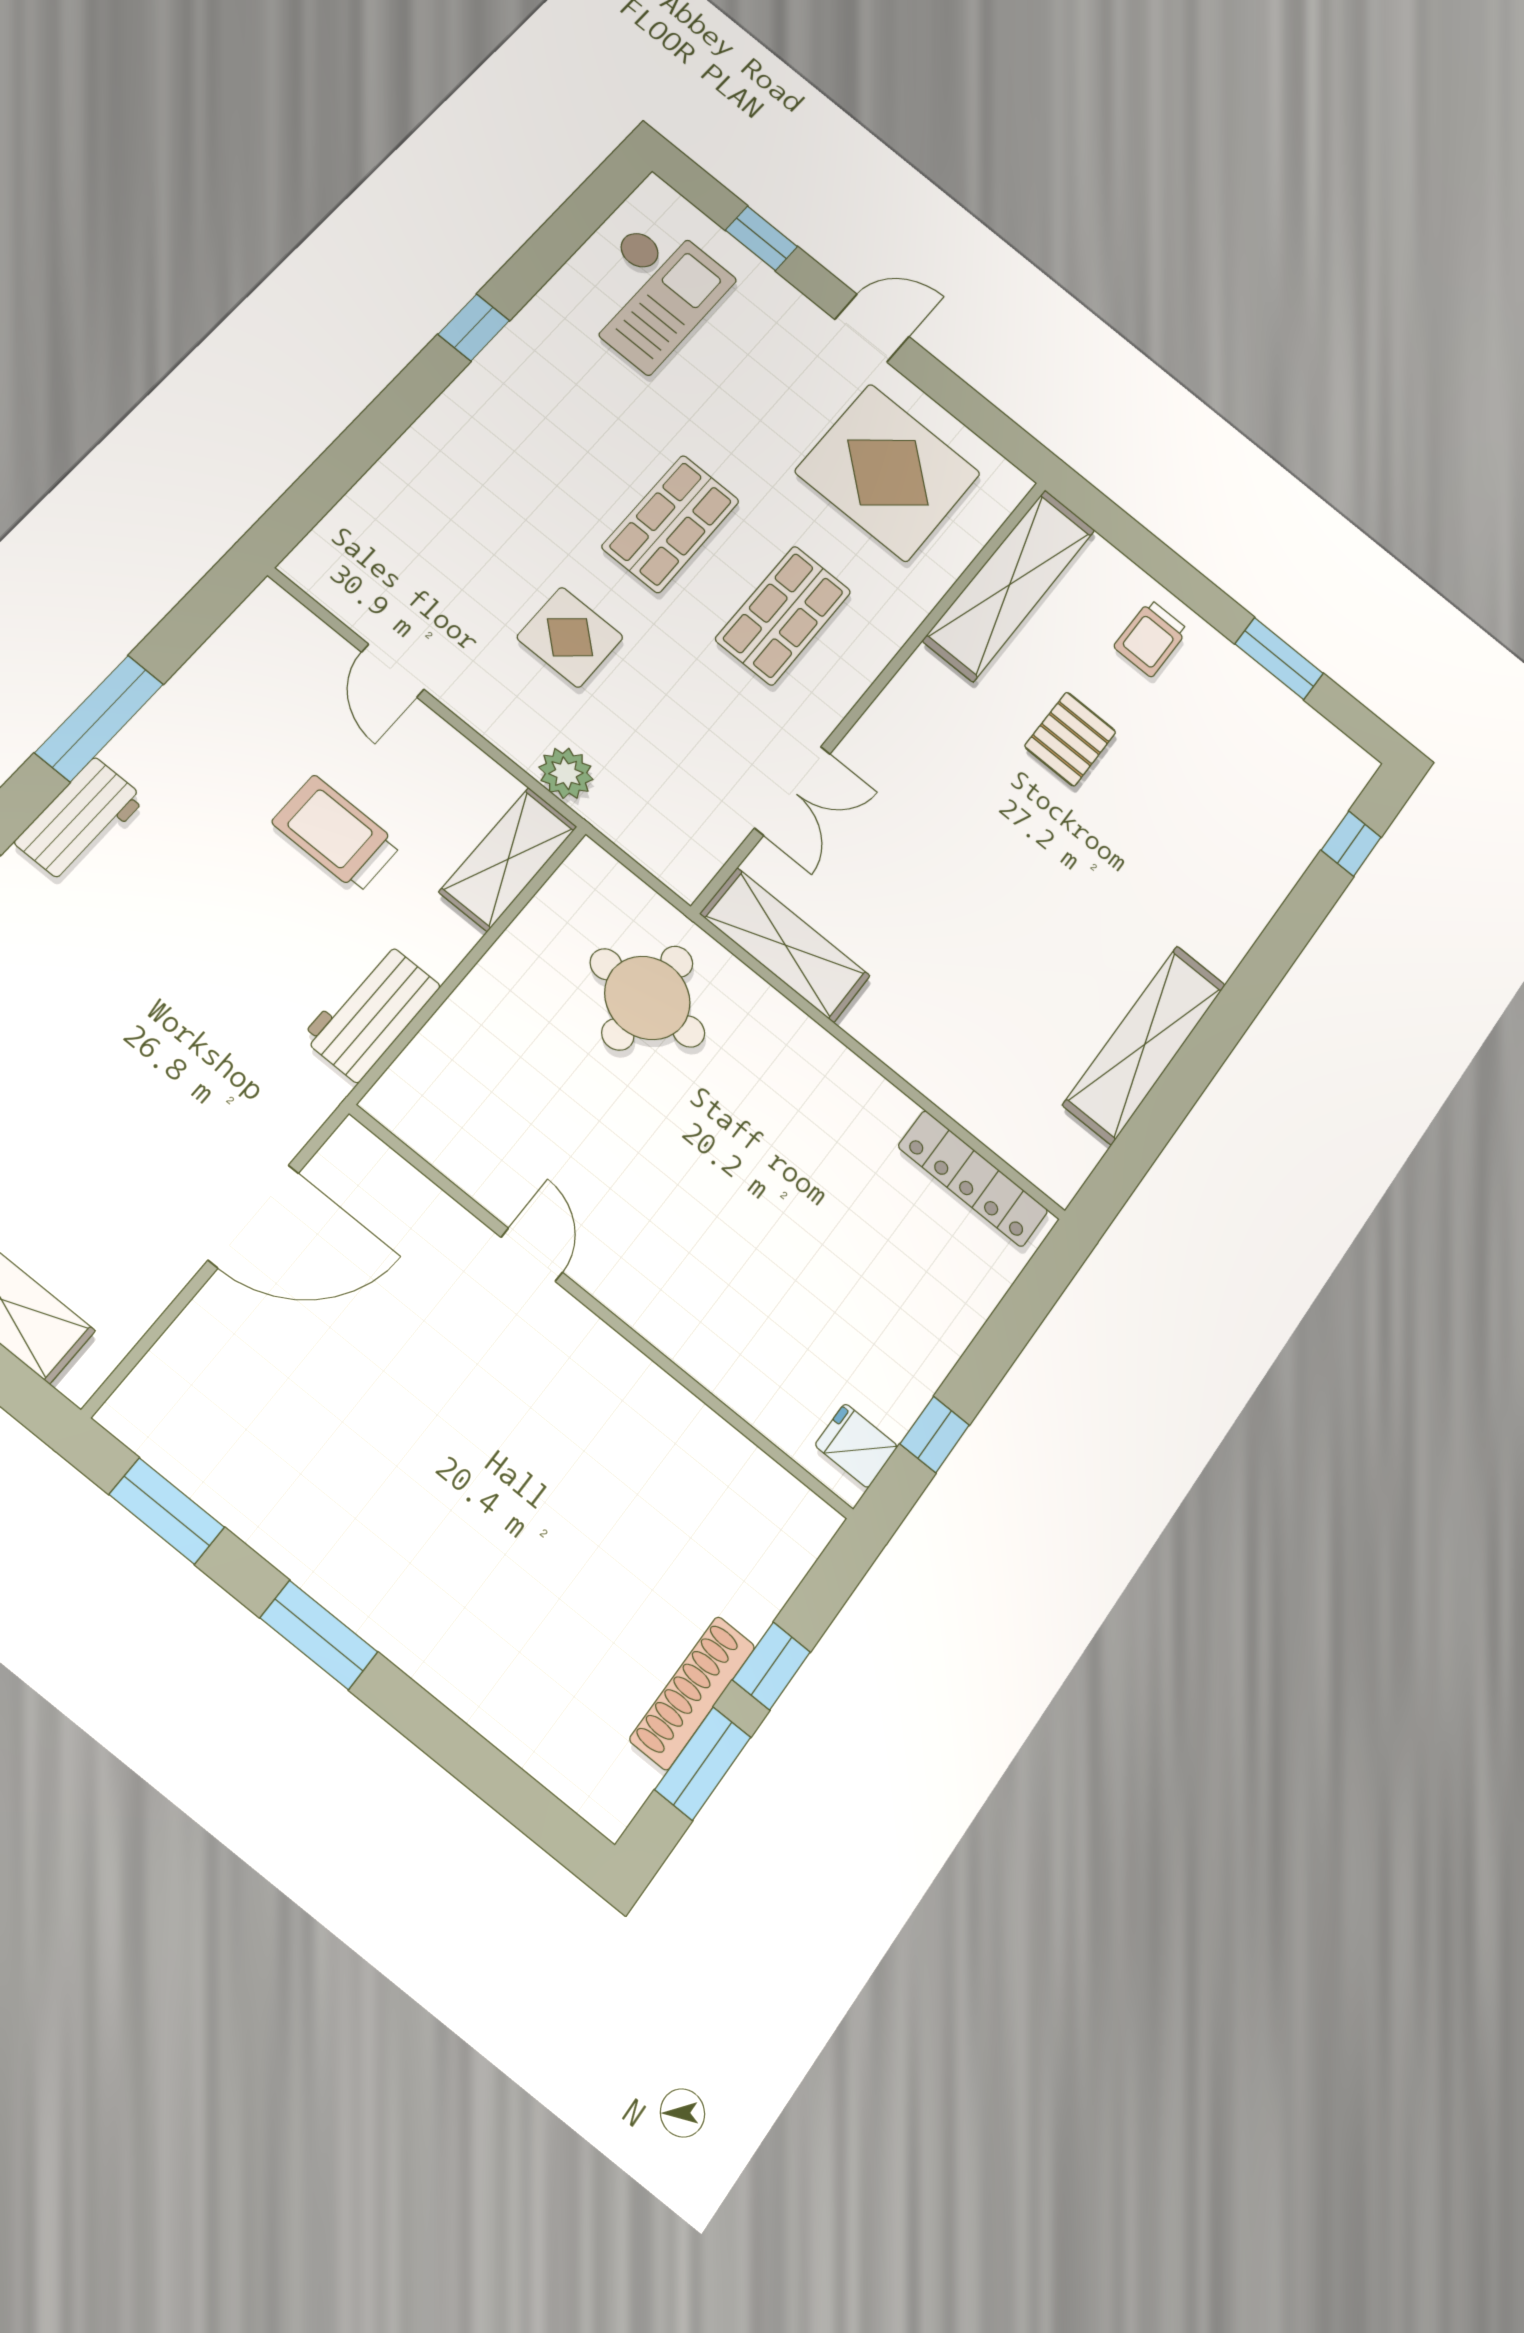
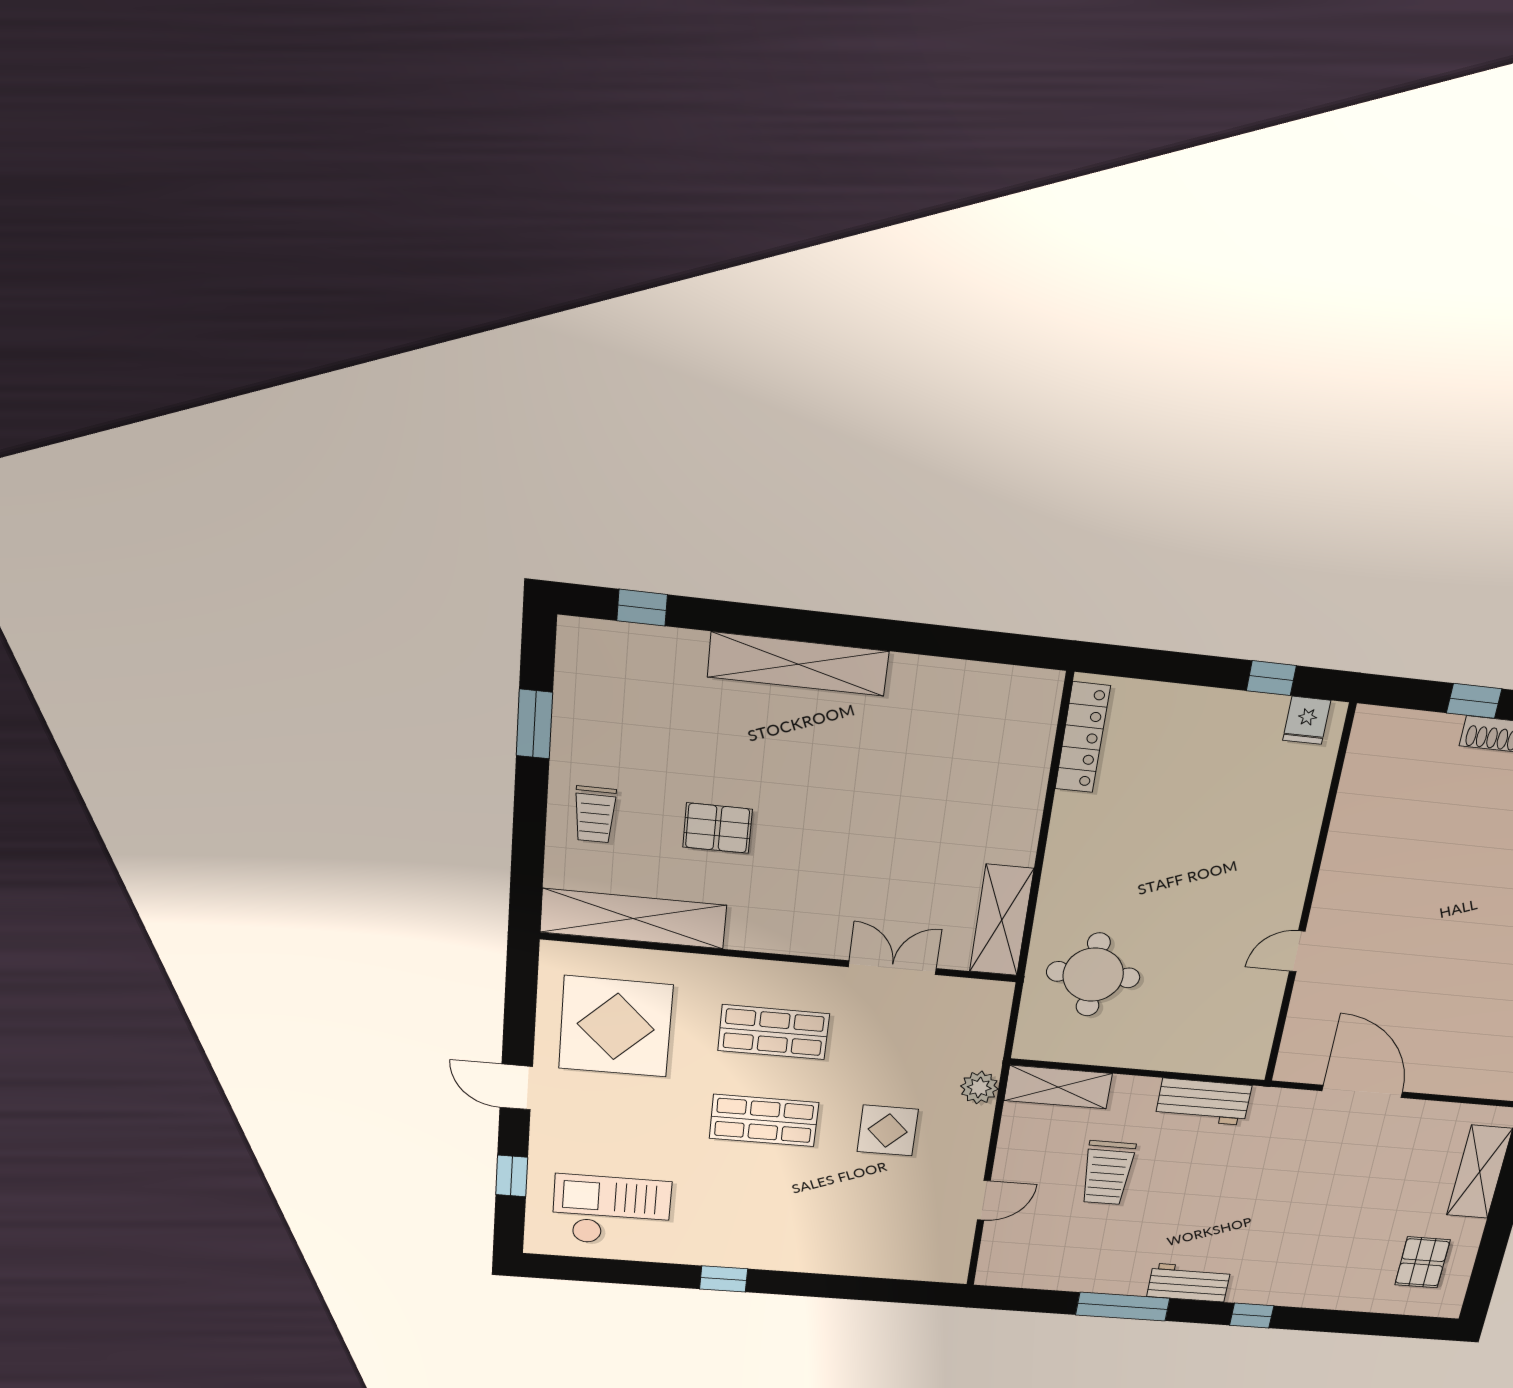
trolley: (1151, 638) -> (595, 814), turned 90
shelving: (1145, 1044) -> (798, 664), moved

